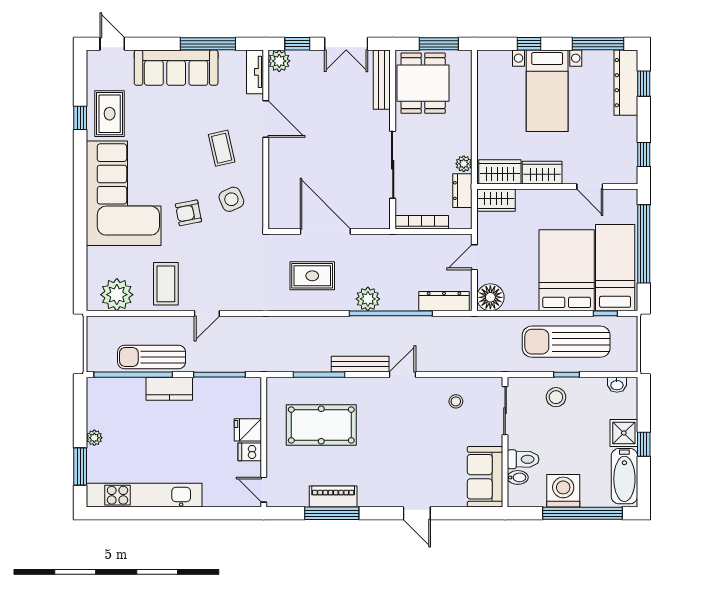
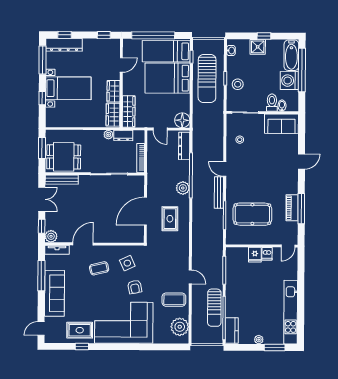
wardrobe: (496, 200) -> (129, 112), width x1.50
kitchen counter: (169, 389) -> (232, 330), moved
pool table: (321, 425) -> (252, 214), turned 90
bathtub: (624, 476) -> (291, 55), moved, turned 90

